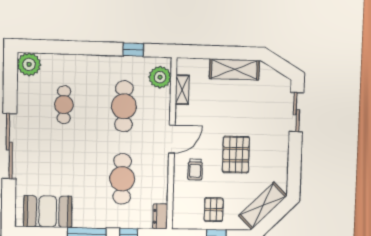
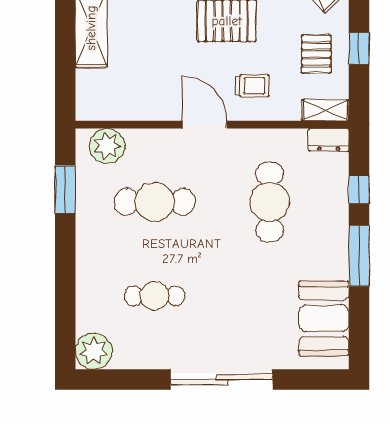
window: (133, 50) -> (65, 189), width x1.50
shelving: (182, 90) -> (325, 110), moved
cafe table: (122, 179) -> (270, 202), turned 90
pallet: (214, 210) -> (316, 54), turned 90

